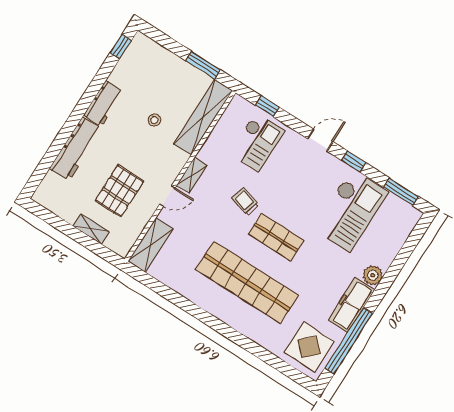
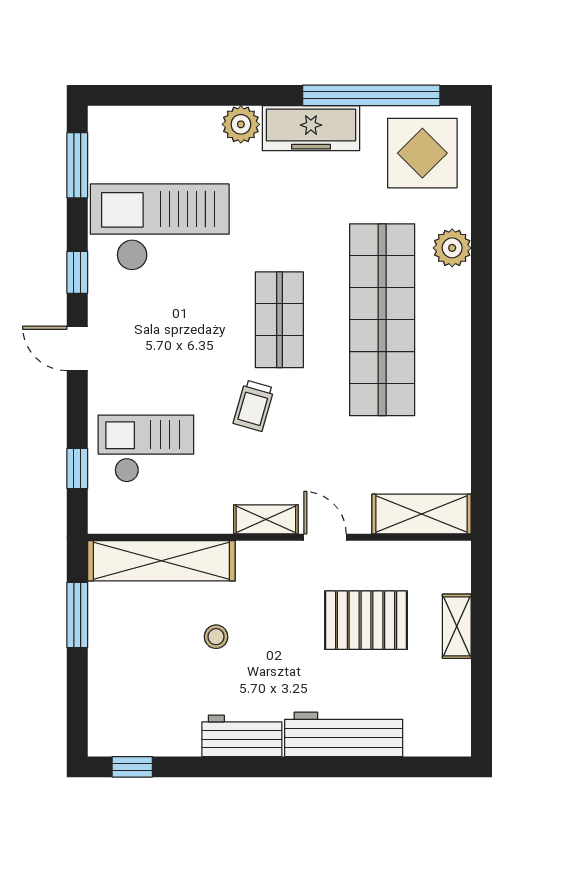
plant: (259, 333) -> (452, 248), added

